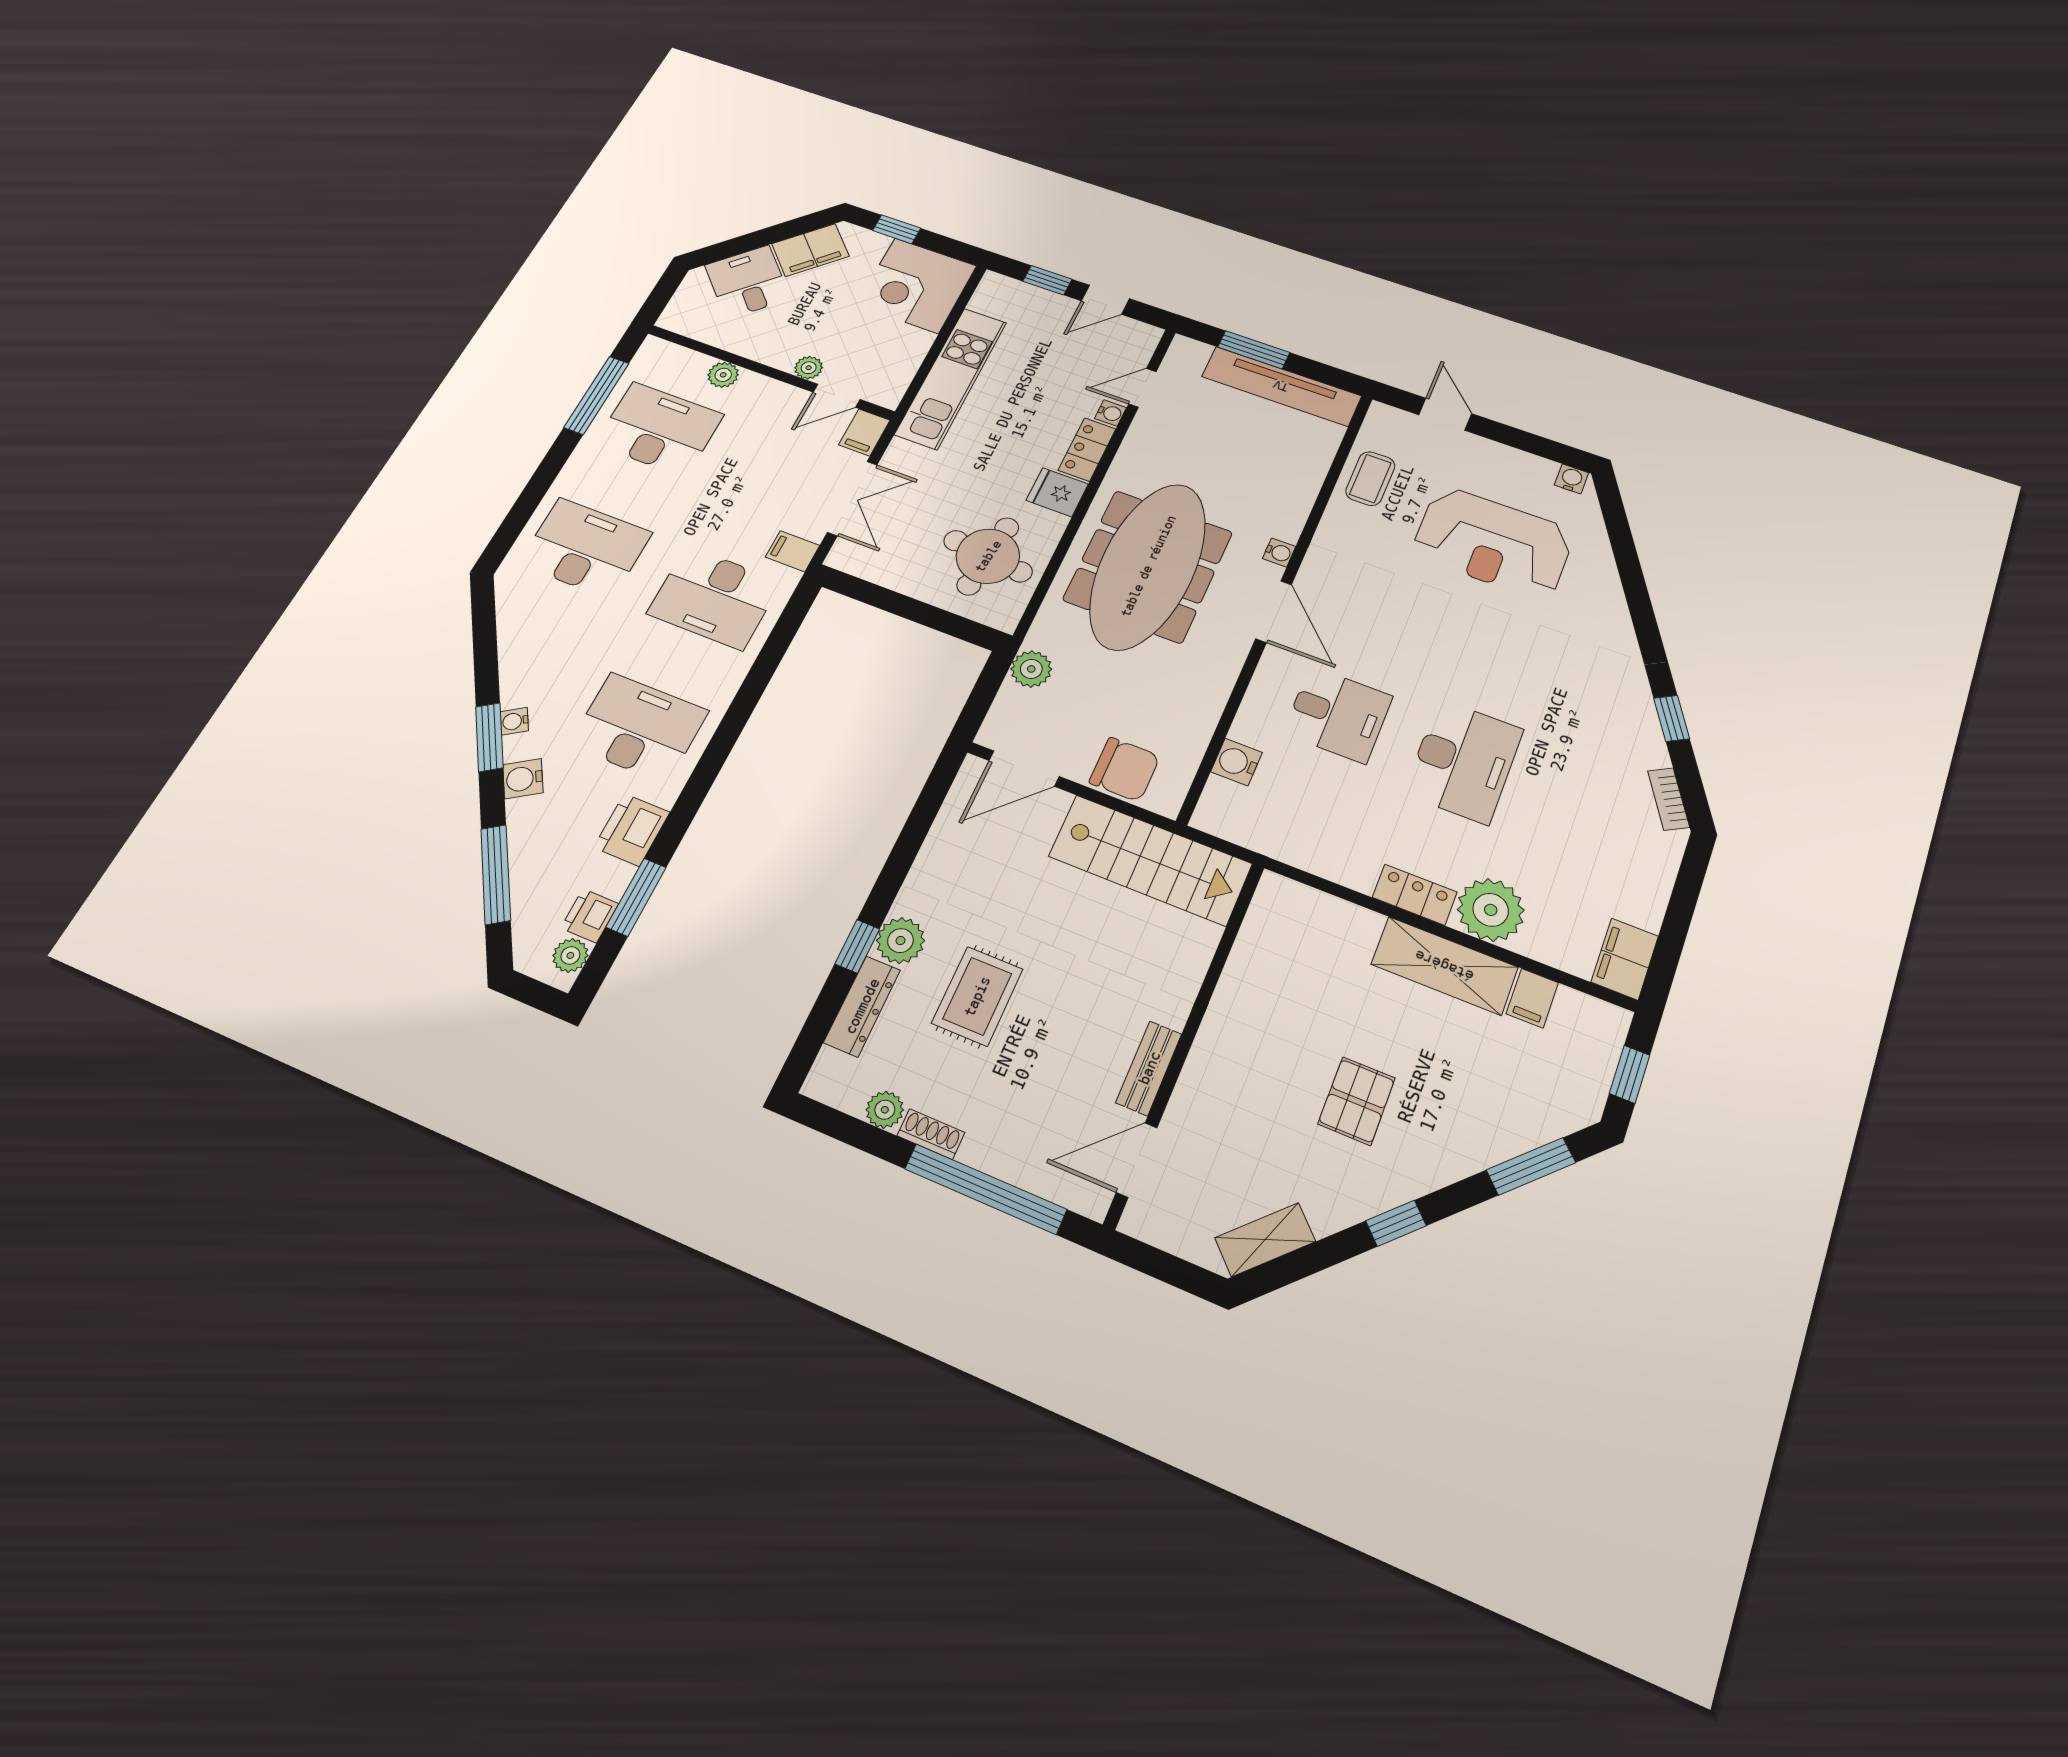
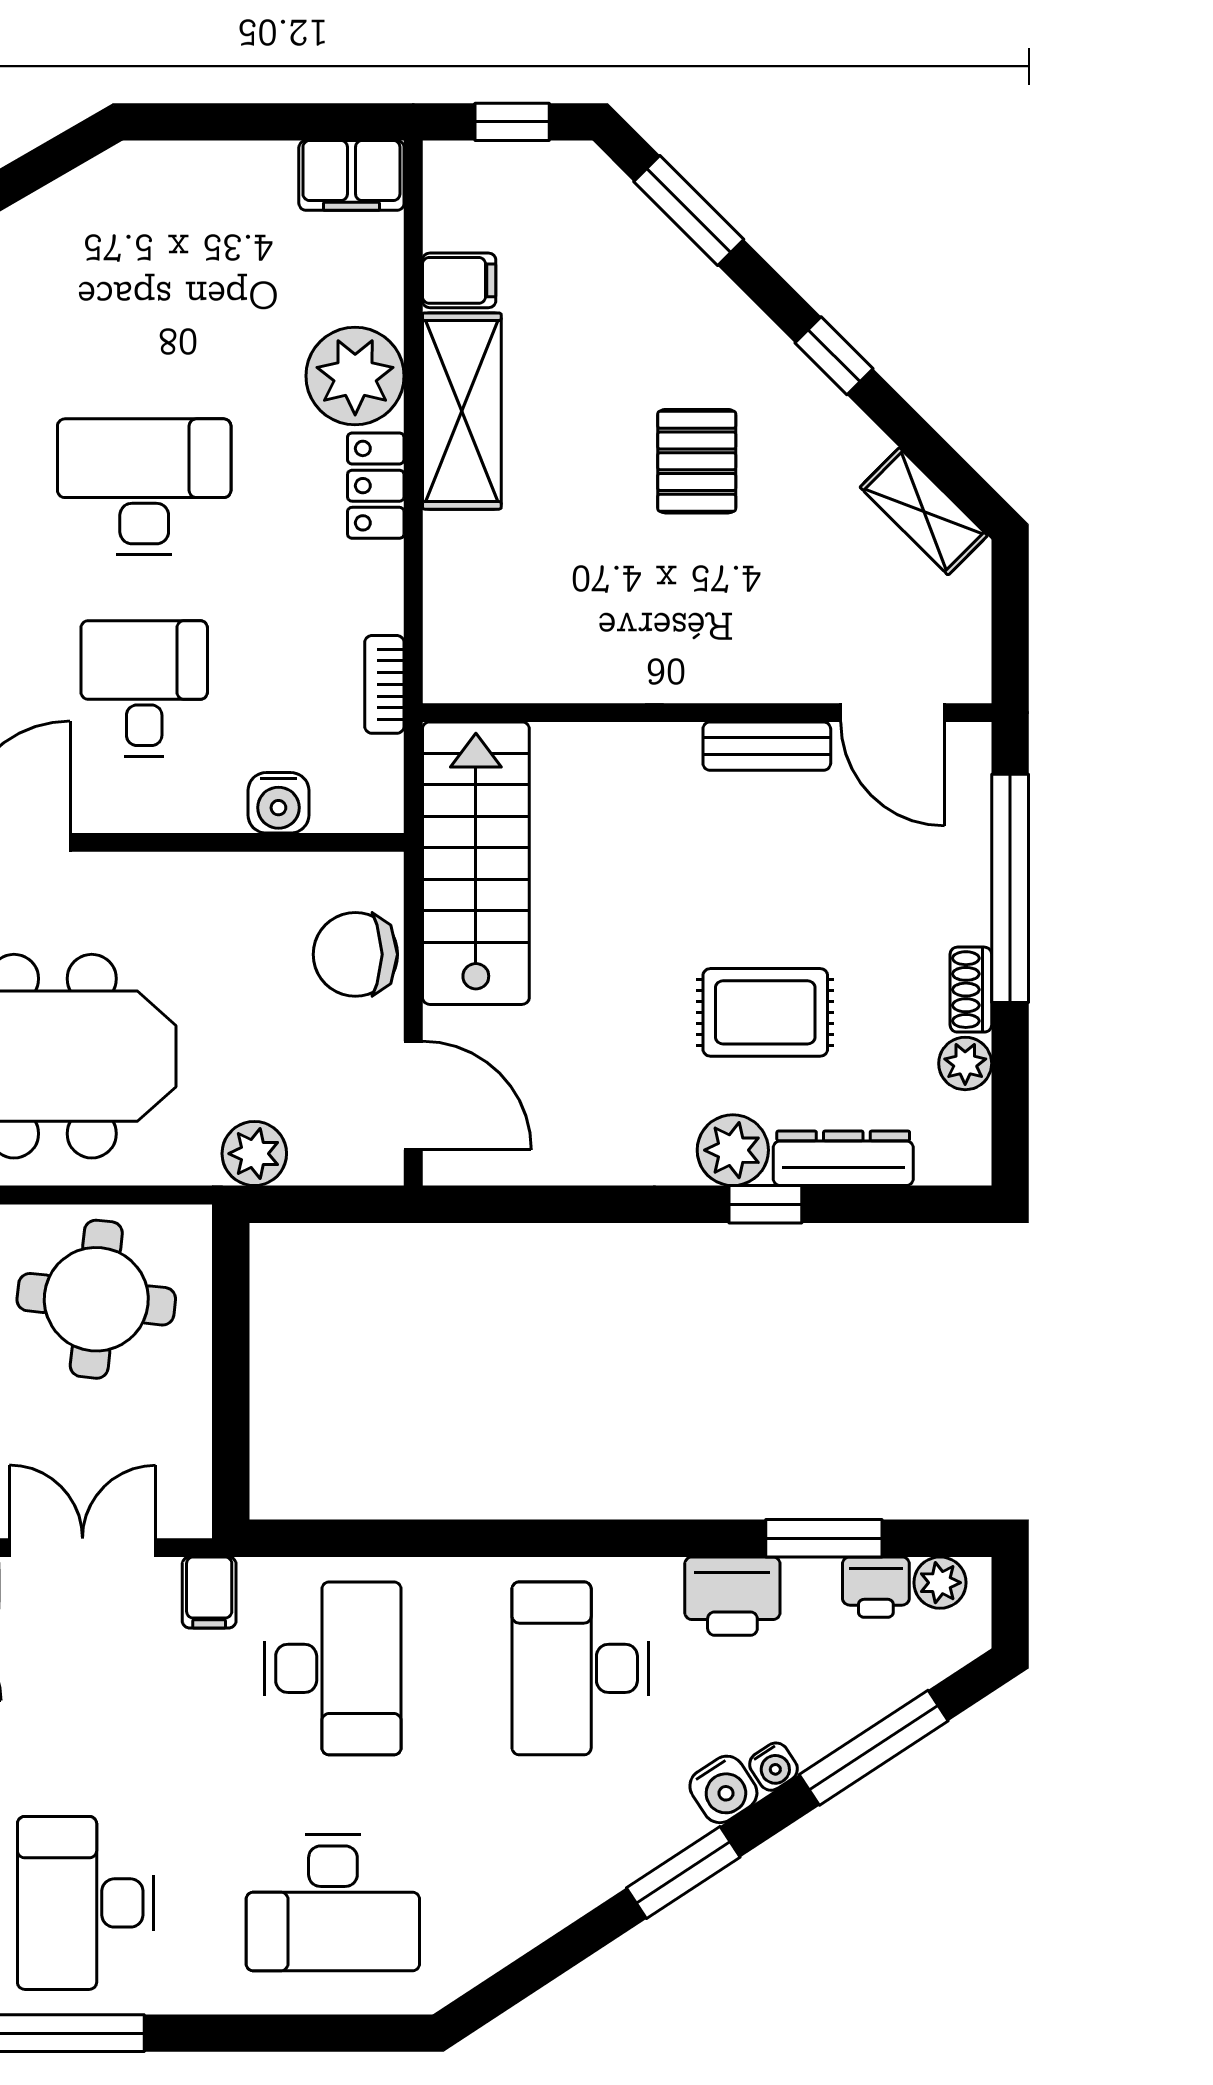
desk: (585, 548) -> (333, 1903), turned -90
water cooler: (514, 721) -> (774, 1767), moved
chair: (1125, 769) -> (355, 954), turned -90
bookcase: (1669, 799) -> (384, 684), moved, turned 120
pallet: (1357, 1101) -> (697, 461), turned 90

